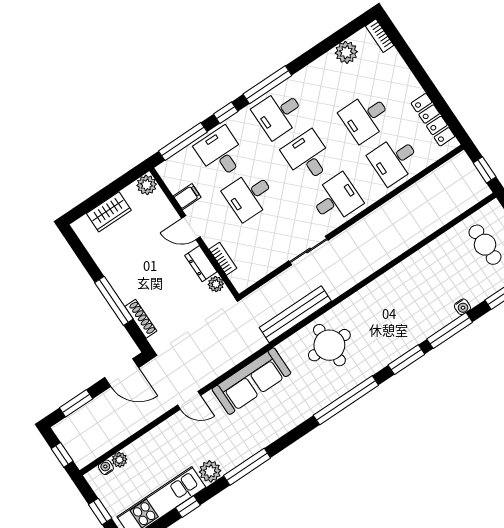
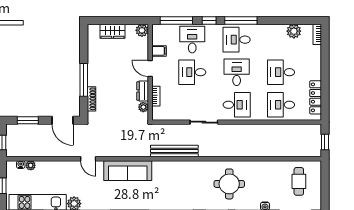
round table: (329, 345) -> (229, 184), moved

